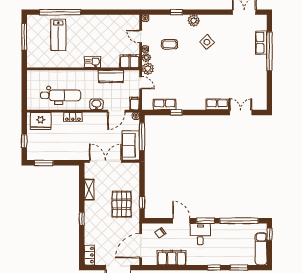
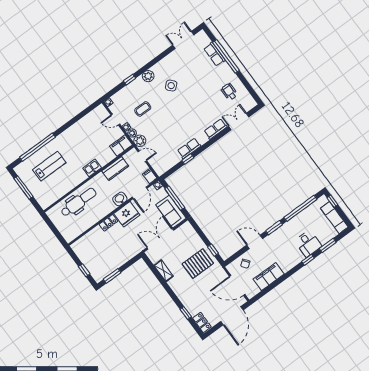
lab bench: (58, 35) -> (49, 166), turned -90
wheelchair: (251, 82) -> (229, 92), added
dental chair: (61, 95) -> (78, 202), moved
row of seats: (165, 104) -> (189, 148), moved
fridge: (41, 121) -> (127, 214), moved
pallet: (122, 204) -> (198, 264), turned 90
window: (82, 219) -> (186, 313), moved
desk: (200, 234) -> (308, 244), moved, turned 180
door: (141, 246) -> (237, 285), hinge flipped

